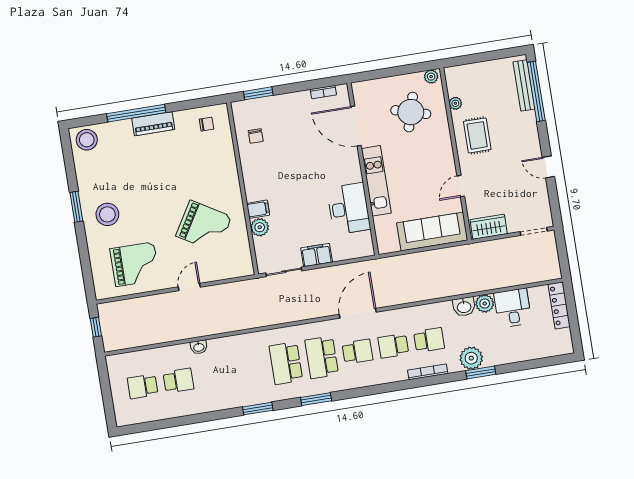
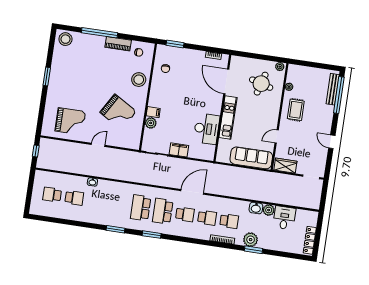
piano: (153, 124) -> (118, 44), moved
stool: (107, 214) -> (139, 80), moved
locker: (559, 305) -> (310, 240), moved
school desk: (393, 346) -> (207, 218), turned 180

